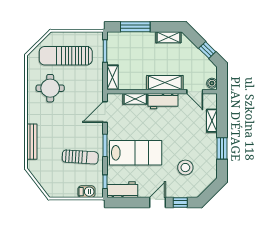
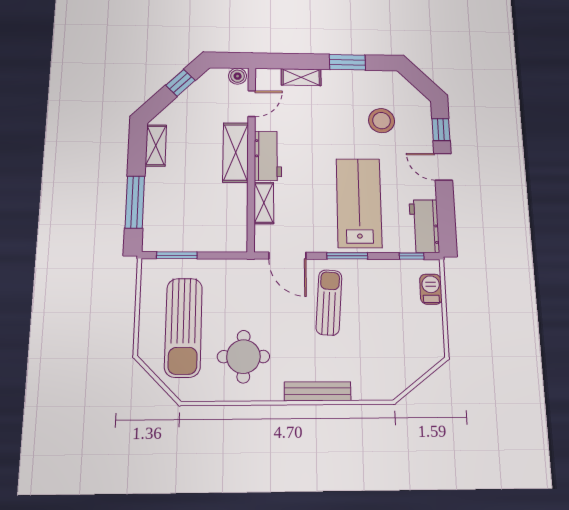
shelving: (112, 77) -> (225, 242), removed
bench: (32, 142) -> (318, 391), moved
sun lounger: (80, 157) -> (329, 302), moved

